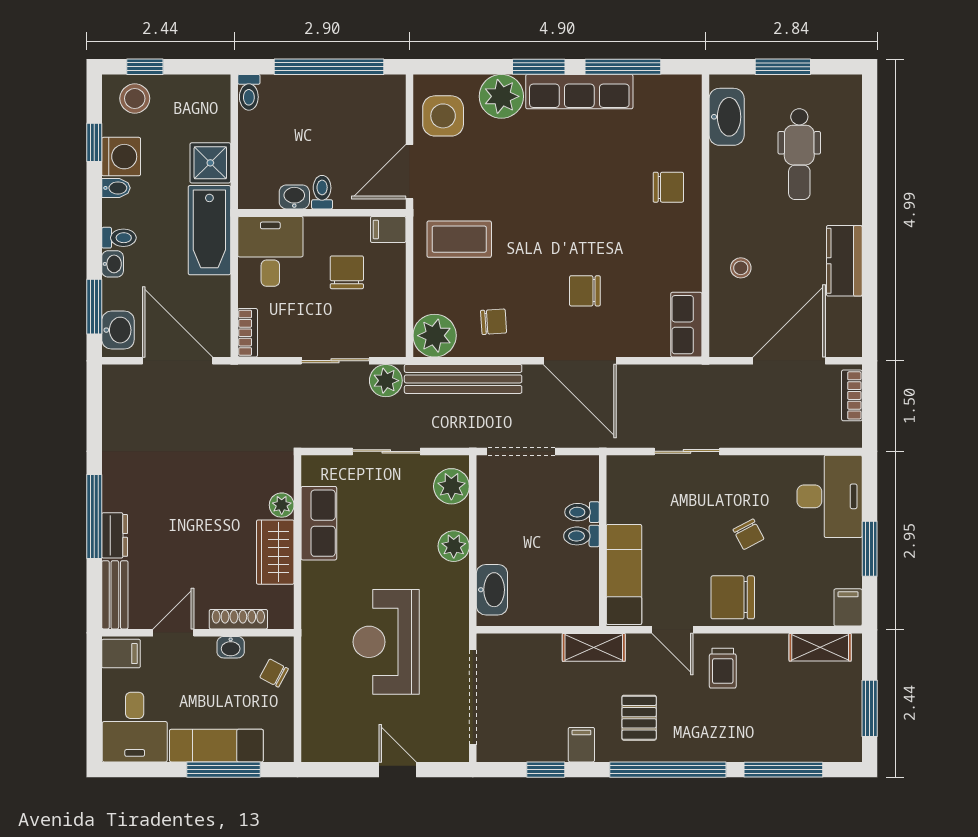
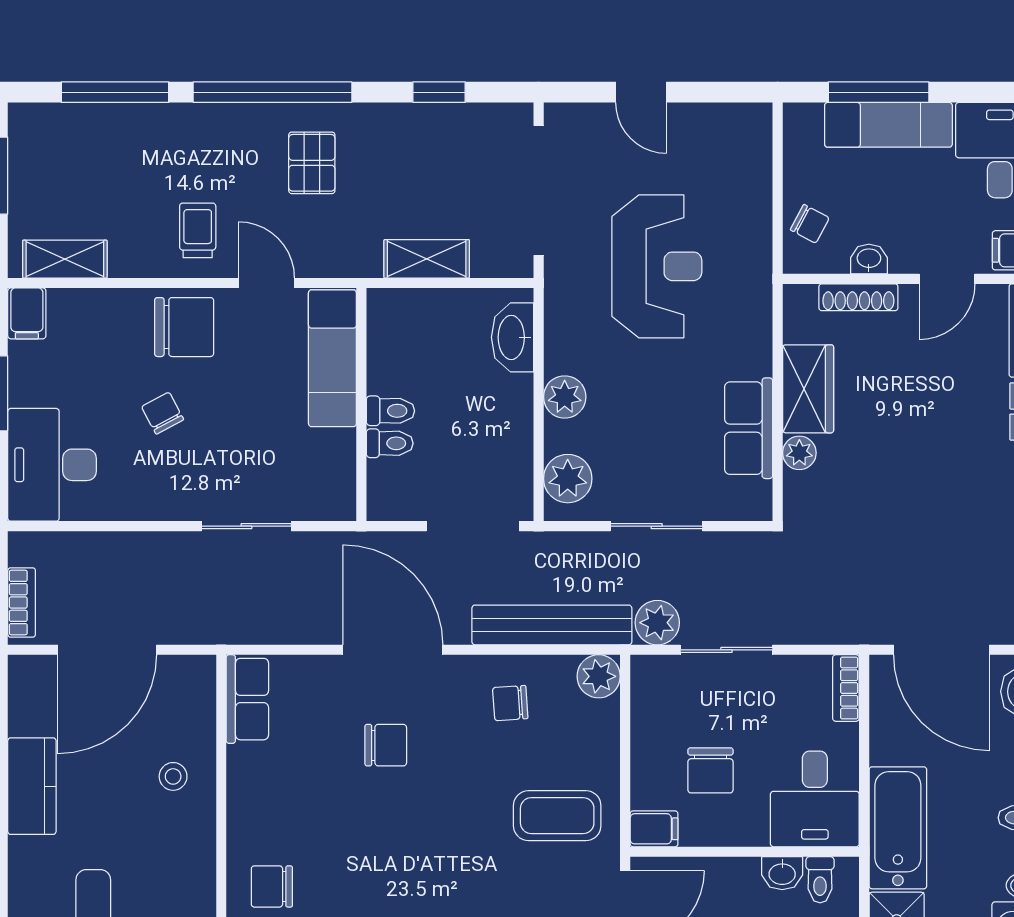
toilet: (322, 192) -> (820, 880), moved
plant: (435, 336) -> (599, 676), width x0.73, depth x0.73
shelving: (594, 647) -> (427, 259), moved
filing cabinet: (581, 745) -> (391, 126), removed

